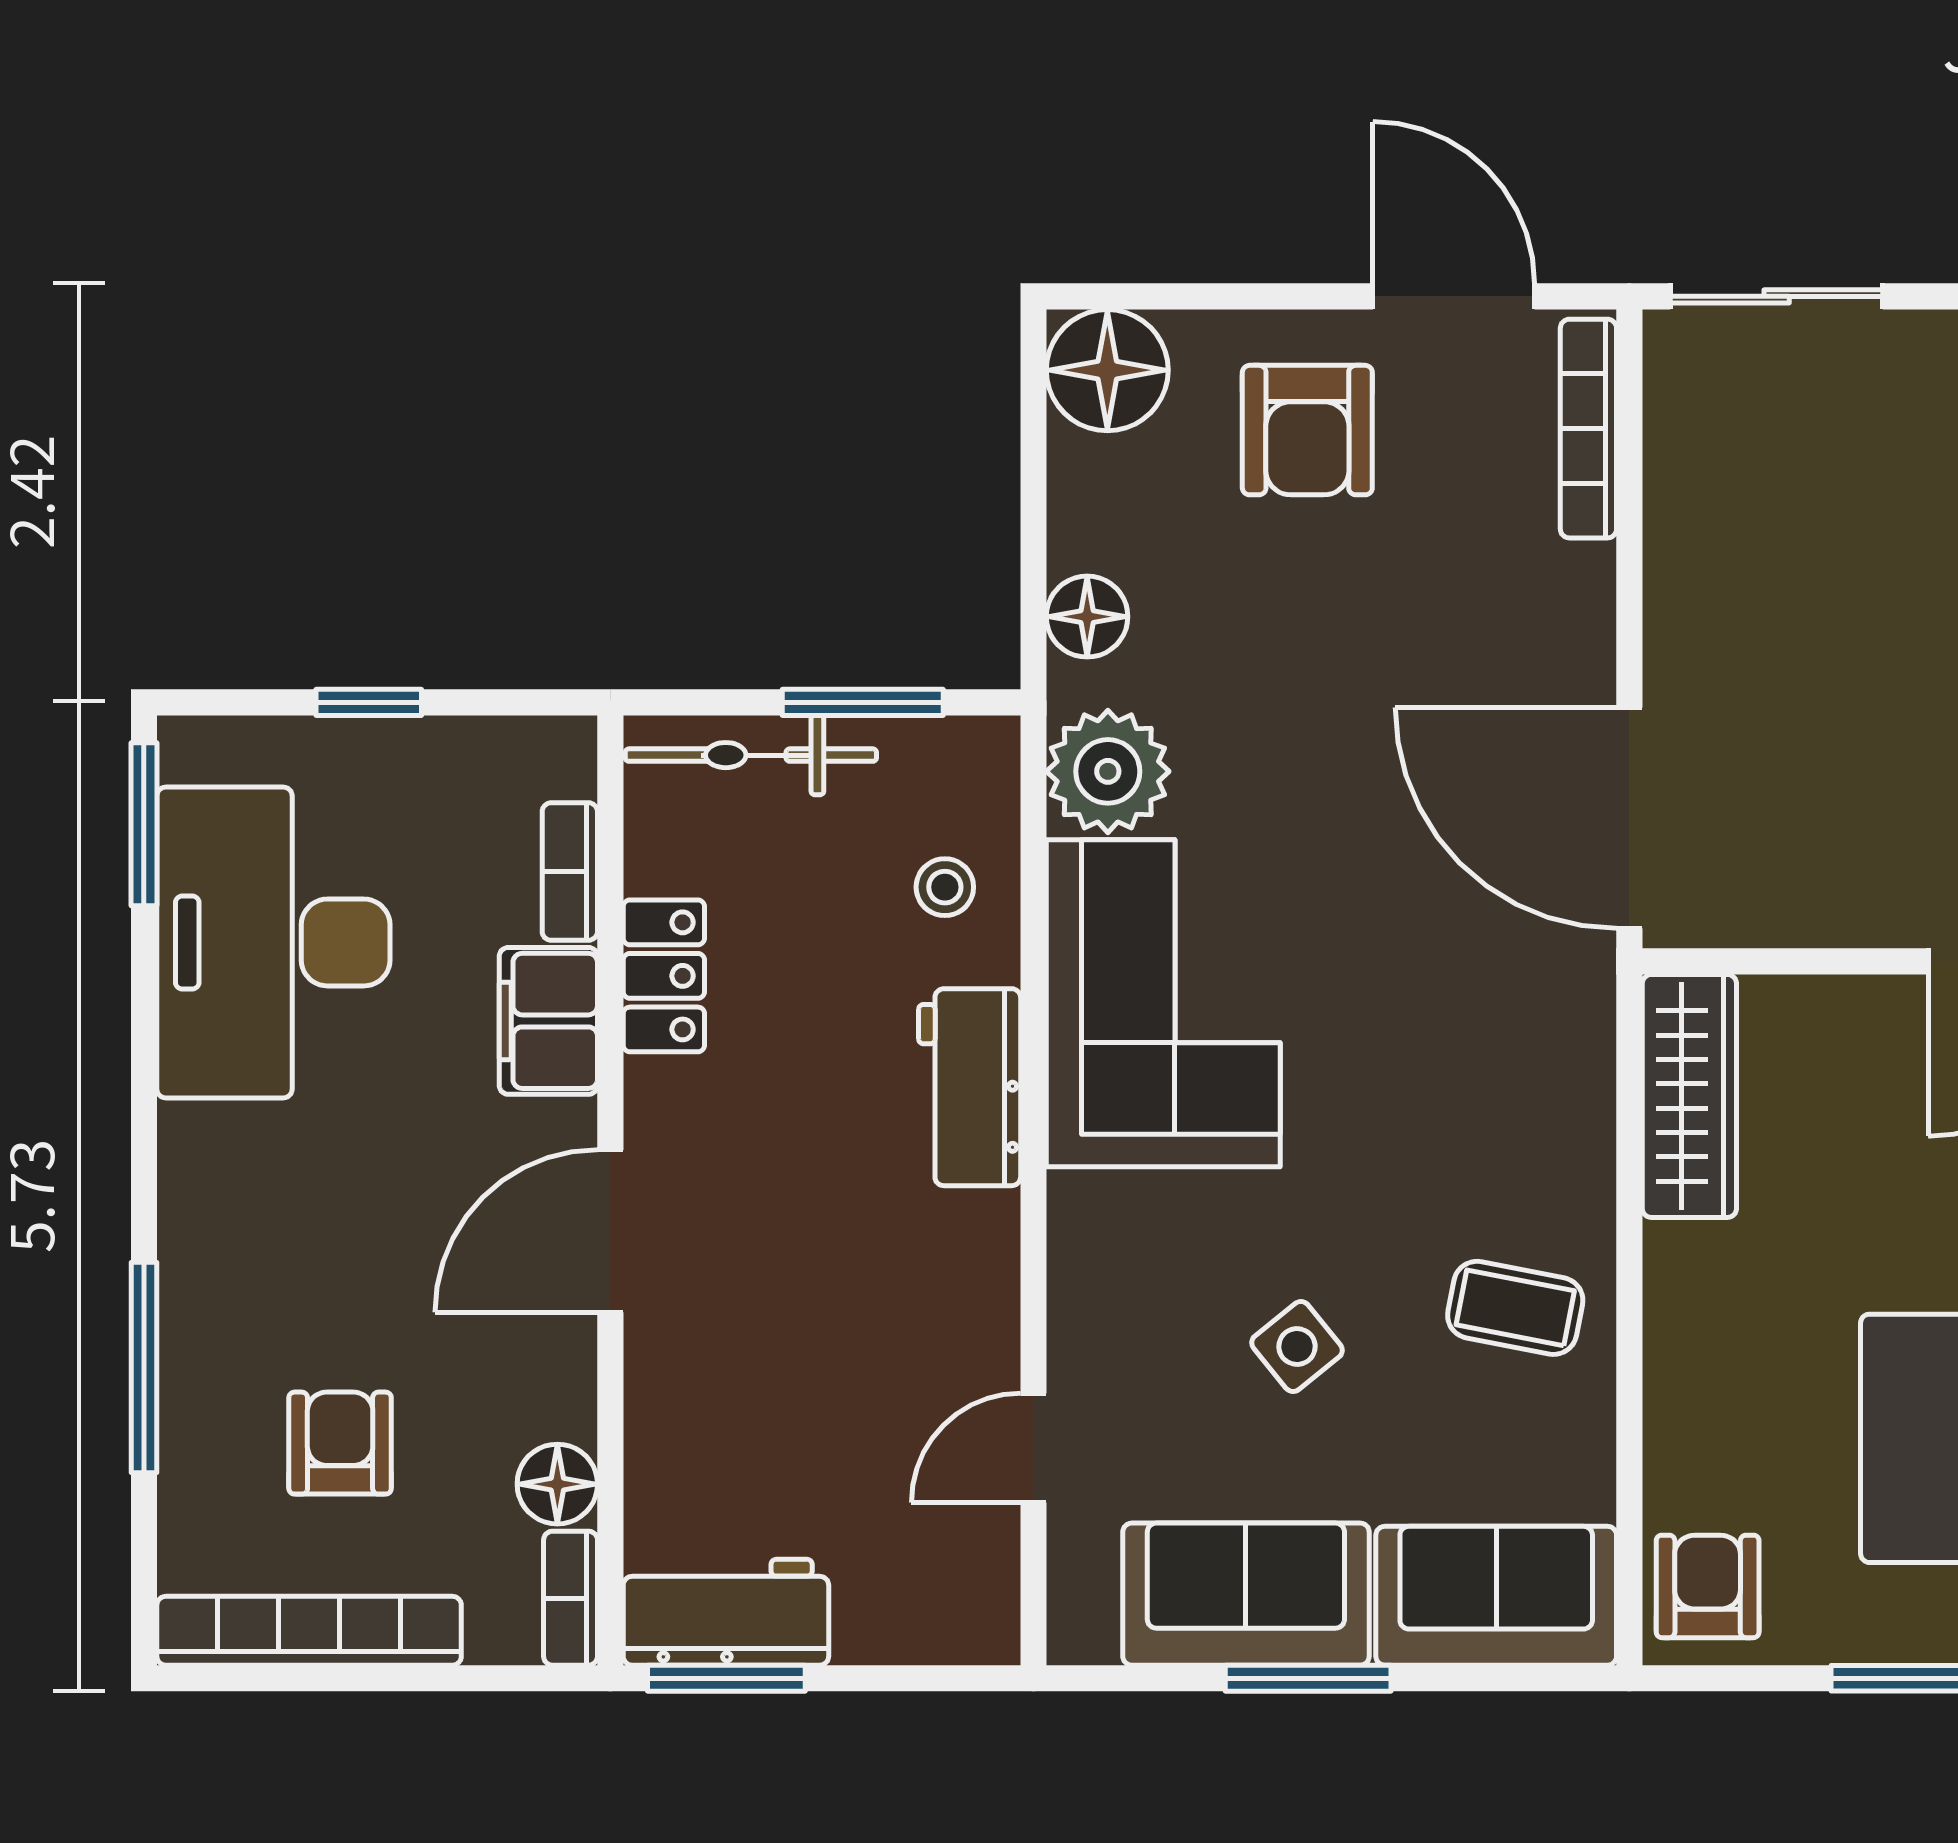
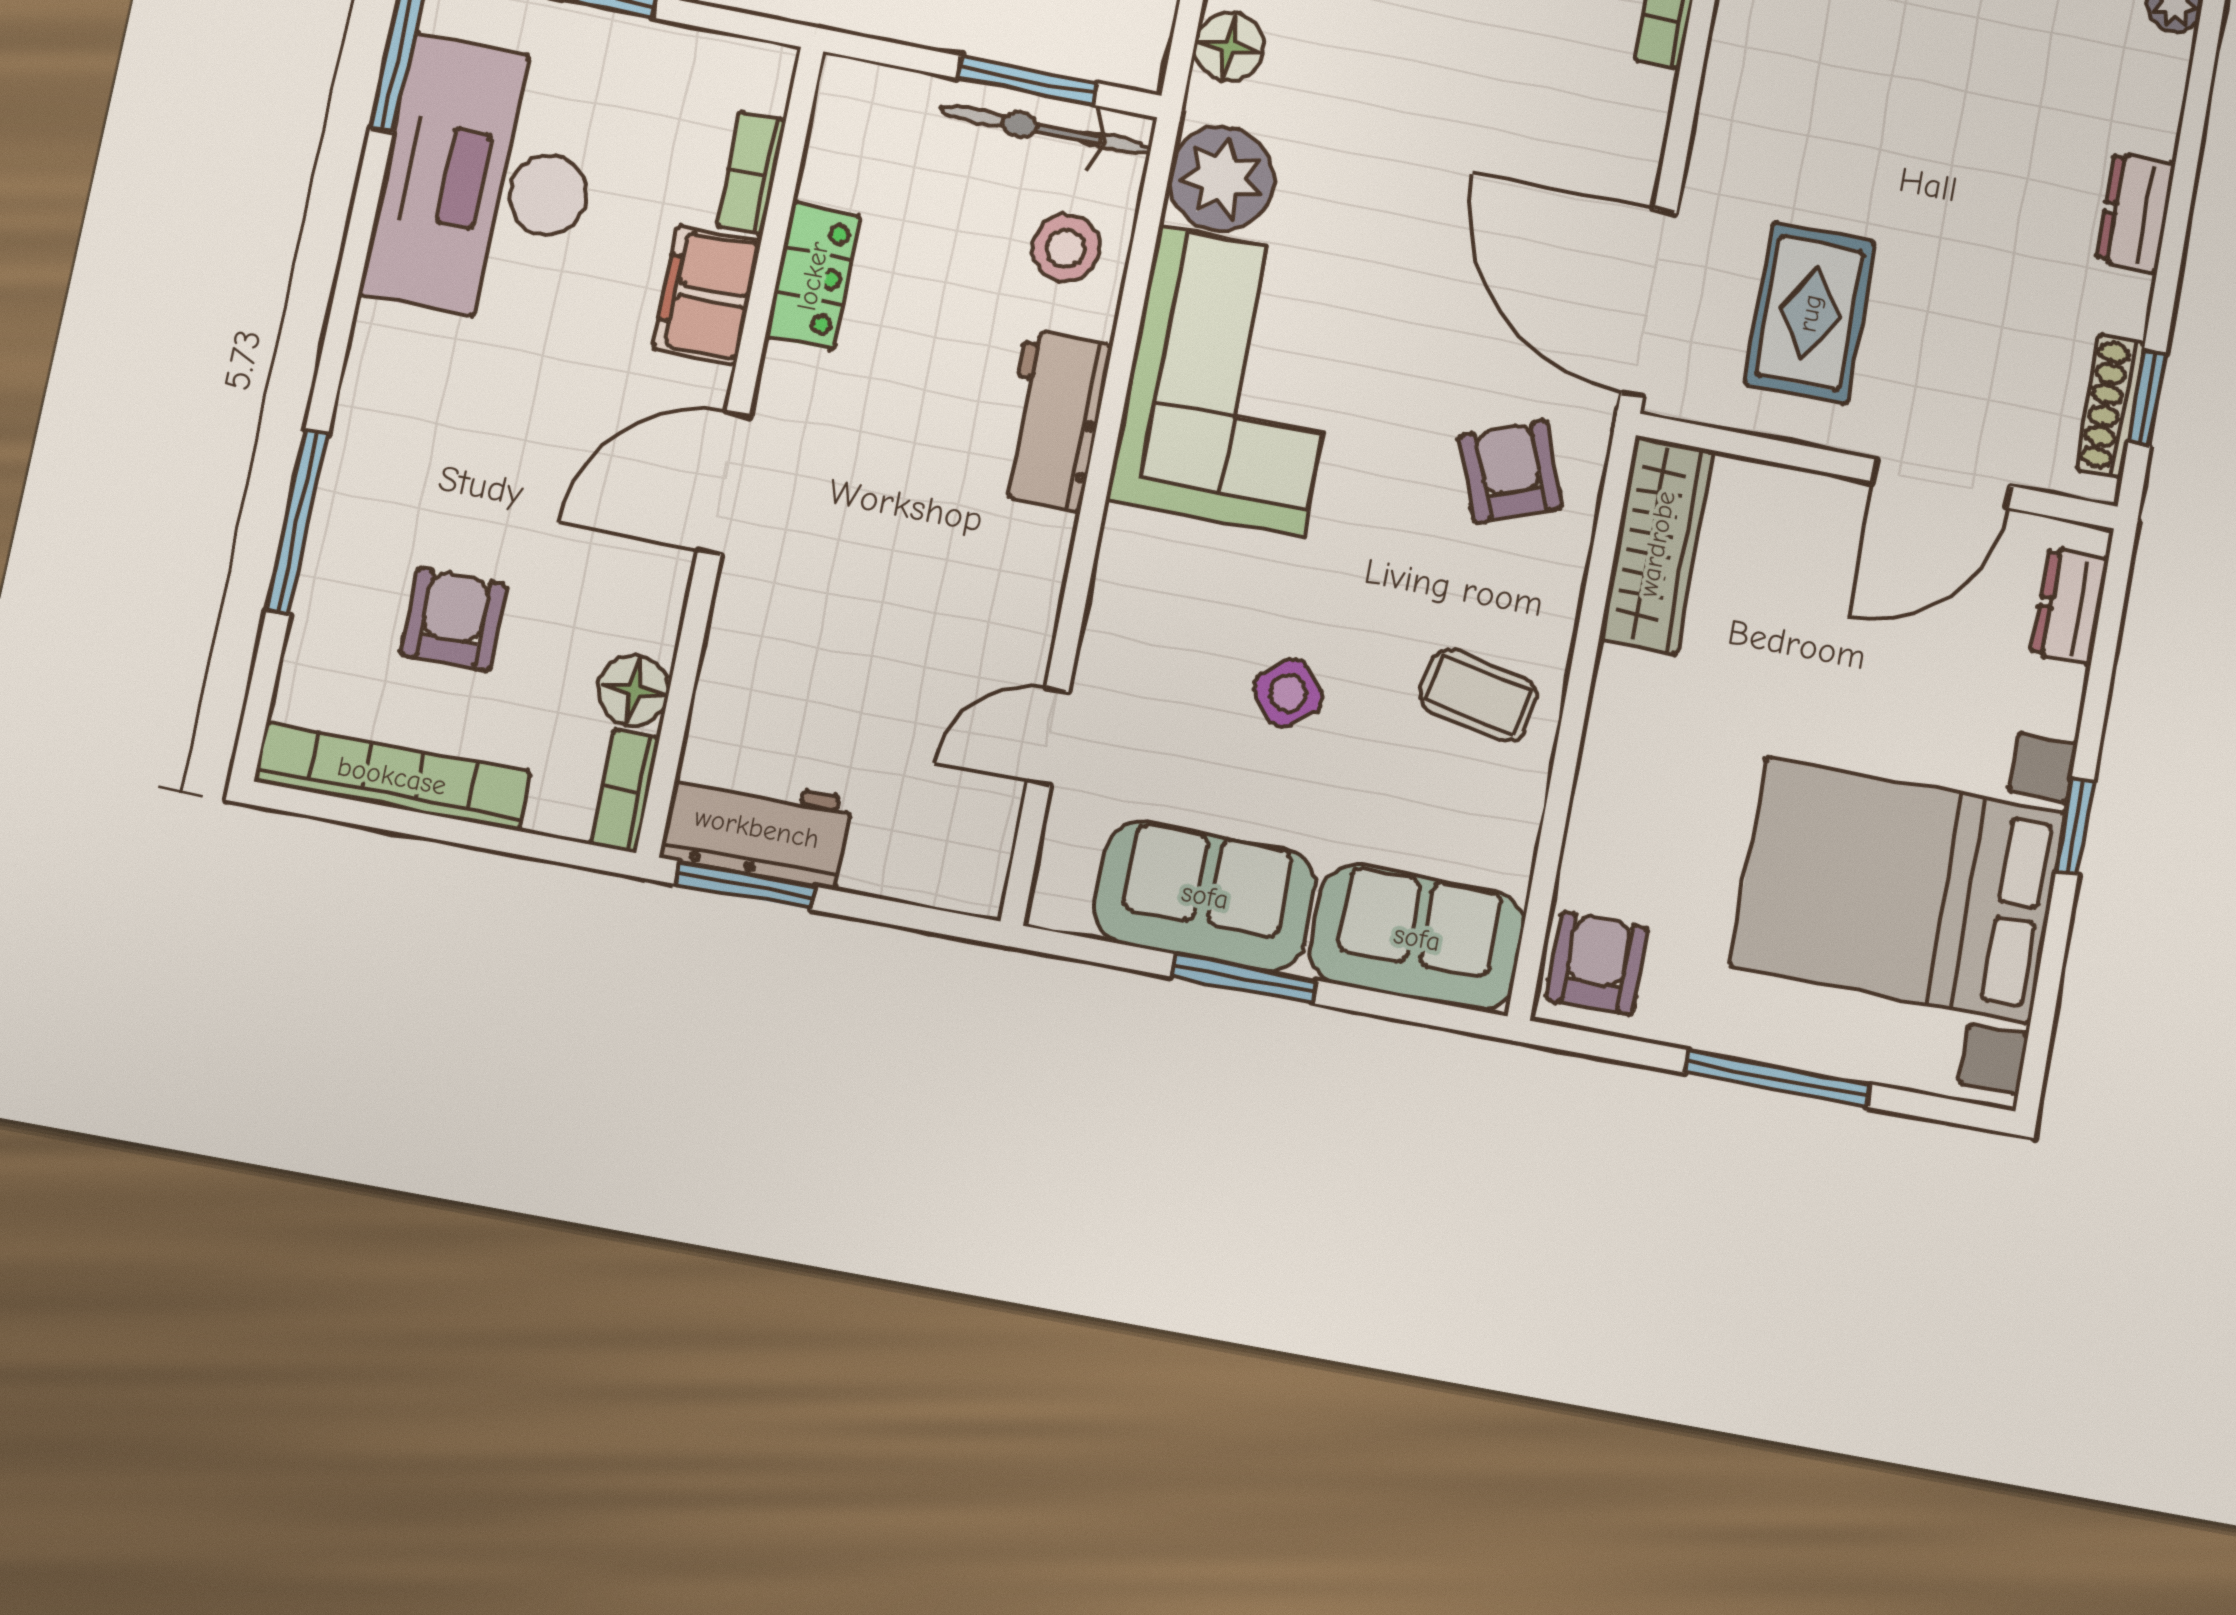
bicycle: (751, 755) -> (1045, 130), moved
rug: (1820, 793) -> (1810, 313), added
stool: (945, 887) -> (1066, 248), width x1.37, depth x1.37
armchair: (1505, 1045) -> (1511, 472), added

